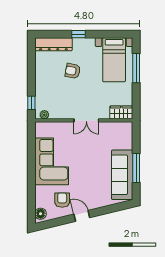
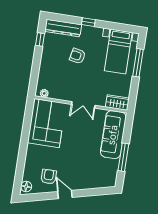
window: (31, 103) -> (40, 40), moved
corner sofa: (52, 161) -> (47, 123), moved
sofa: (122, 175) -> (113, 135), moved

